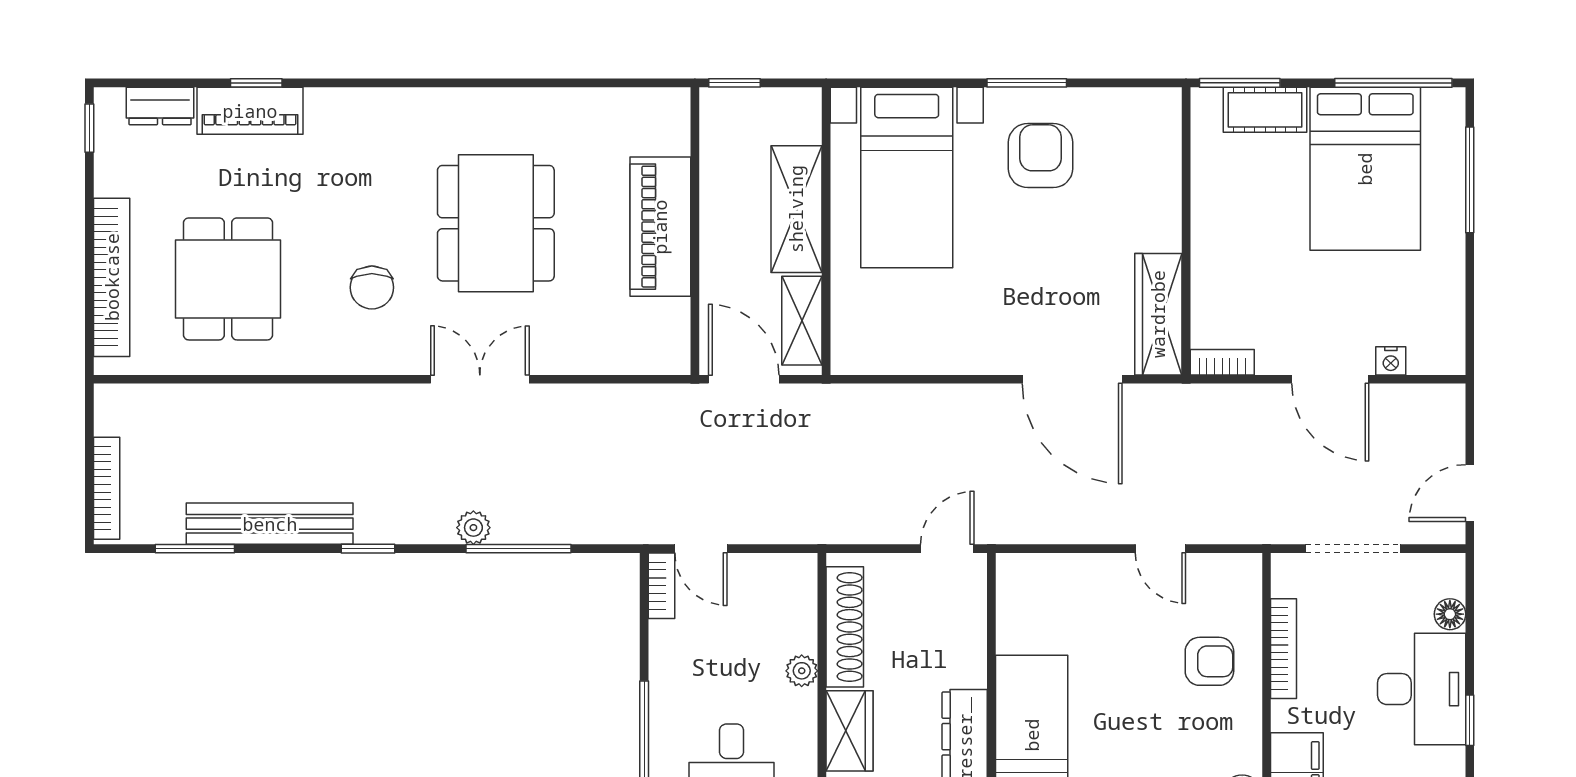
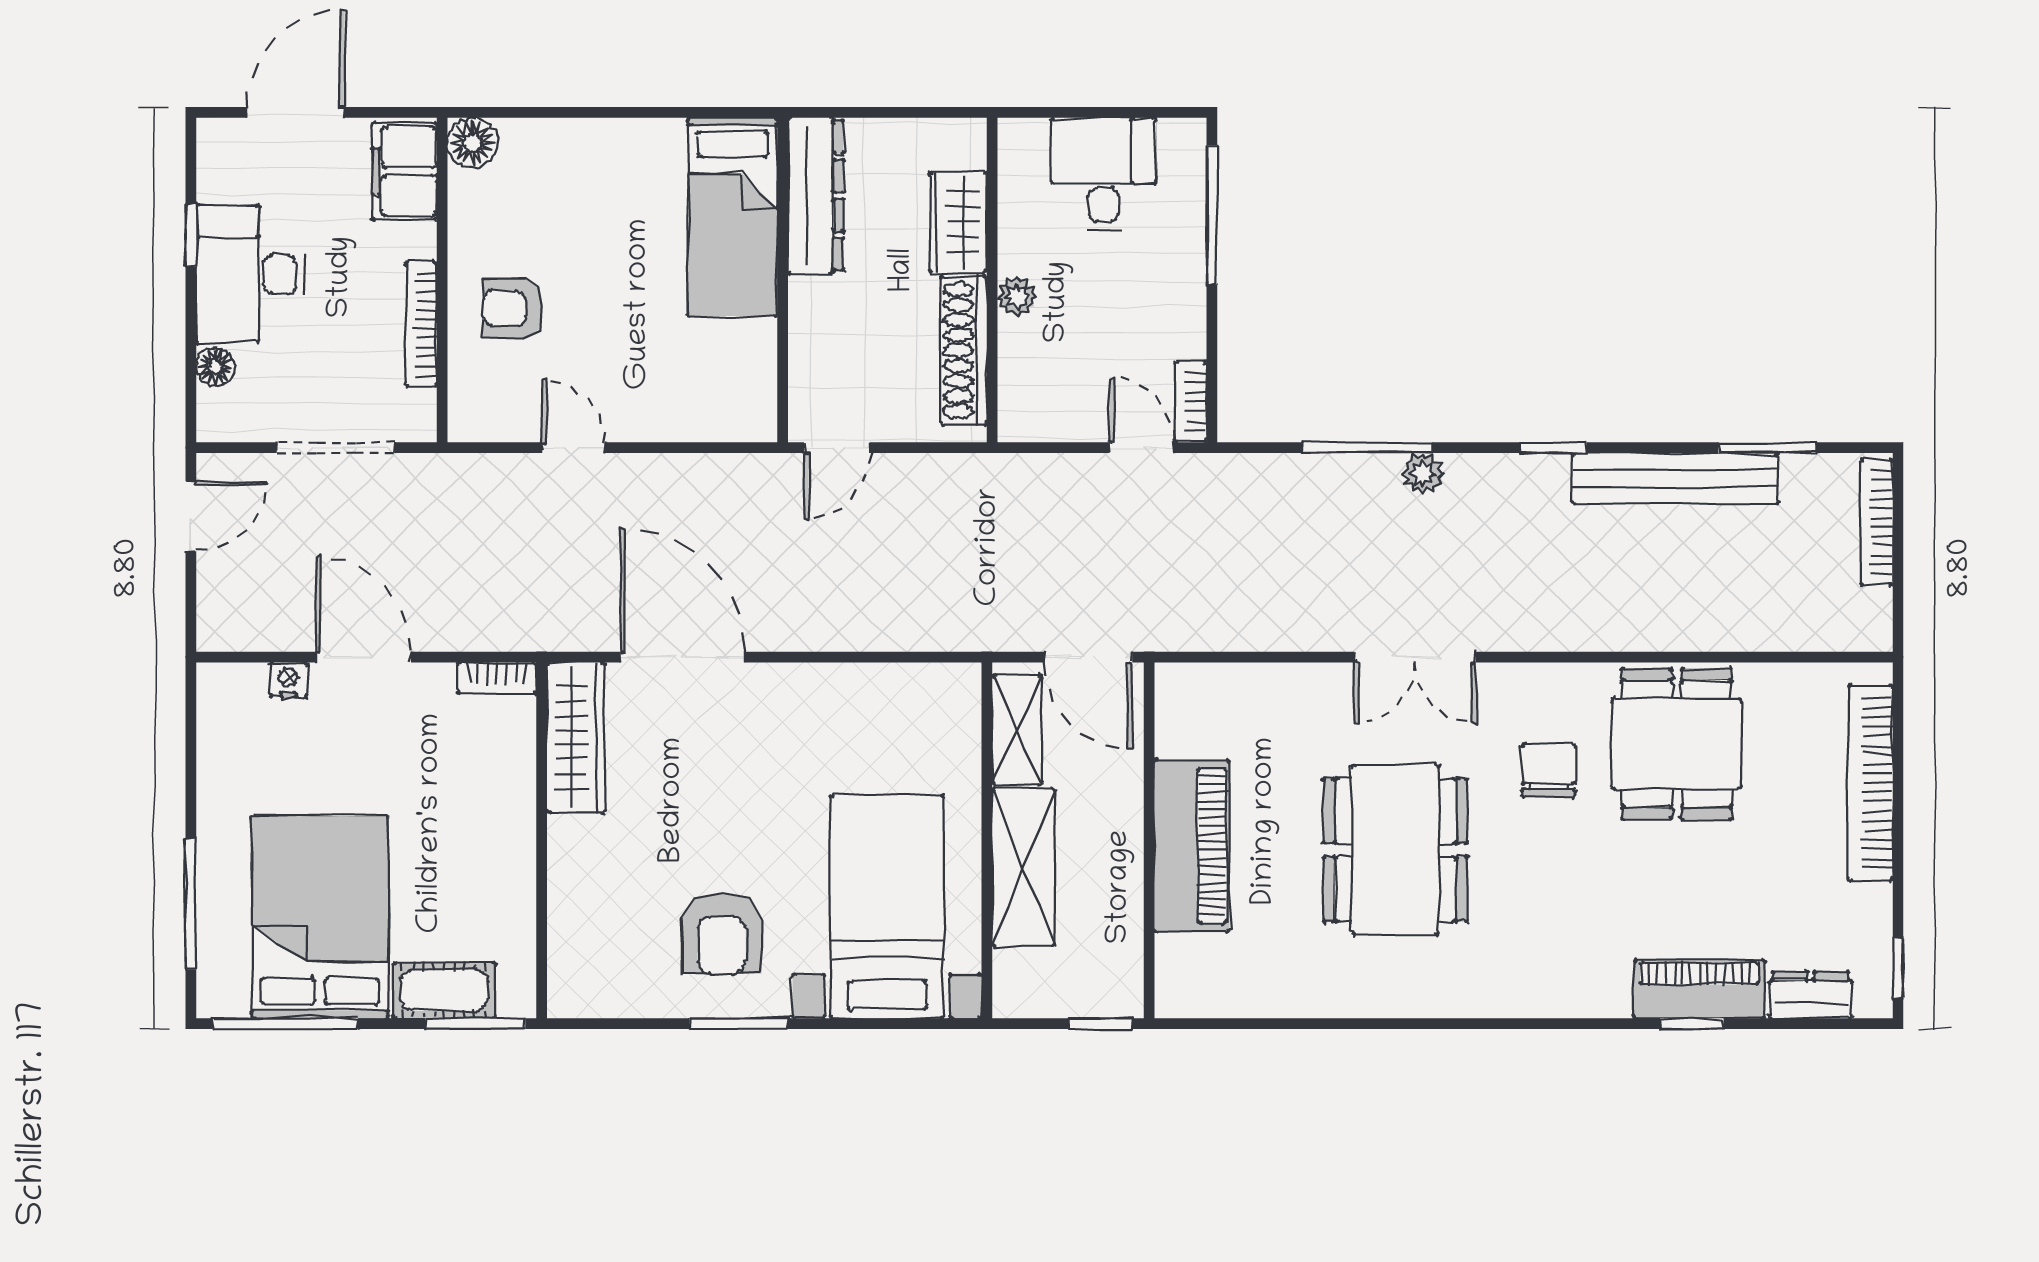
dining table: (228, 279) -> (1677, 744), moved

